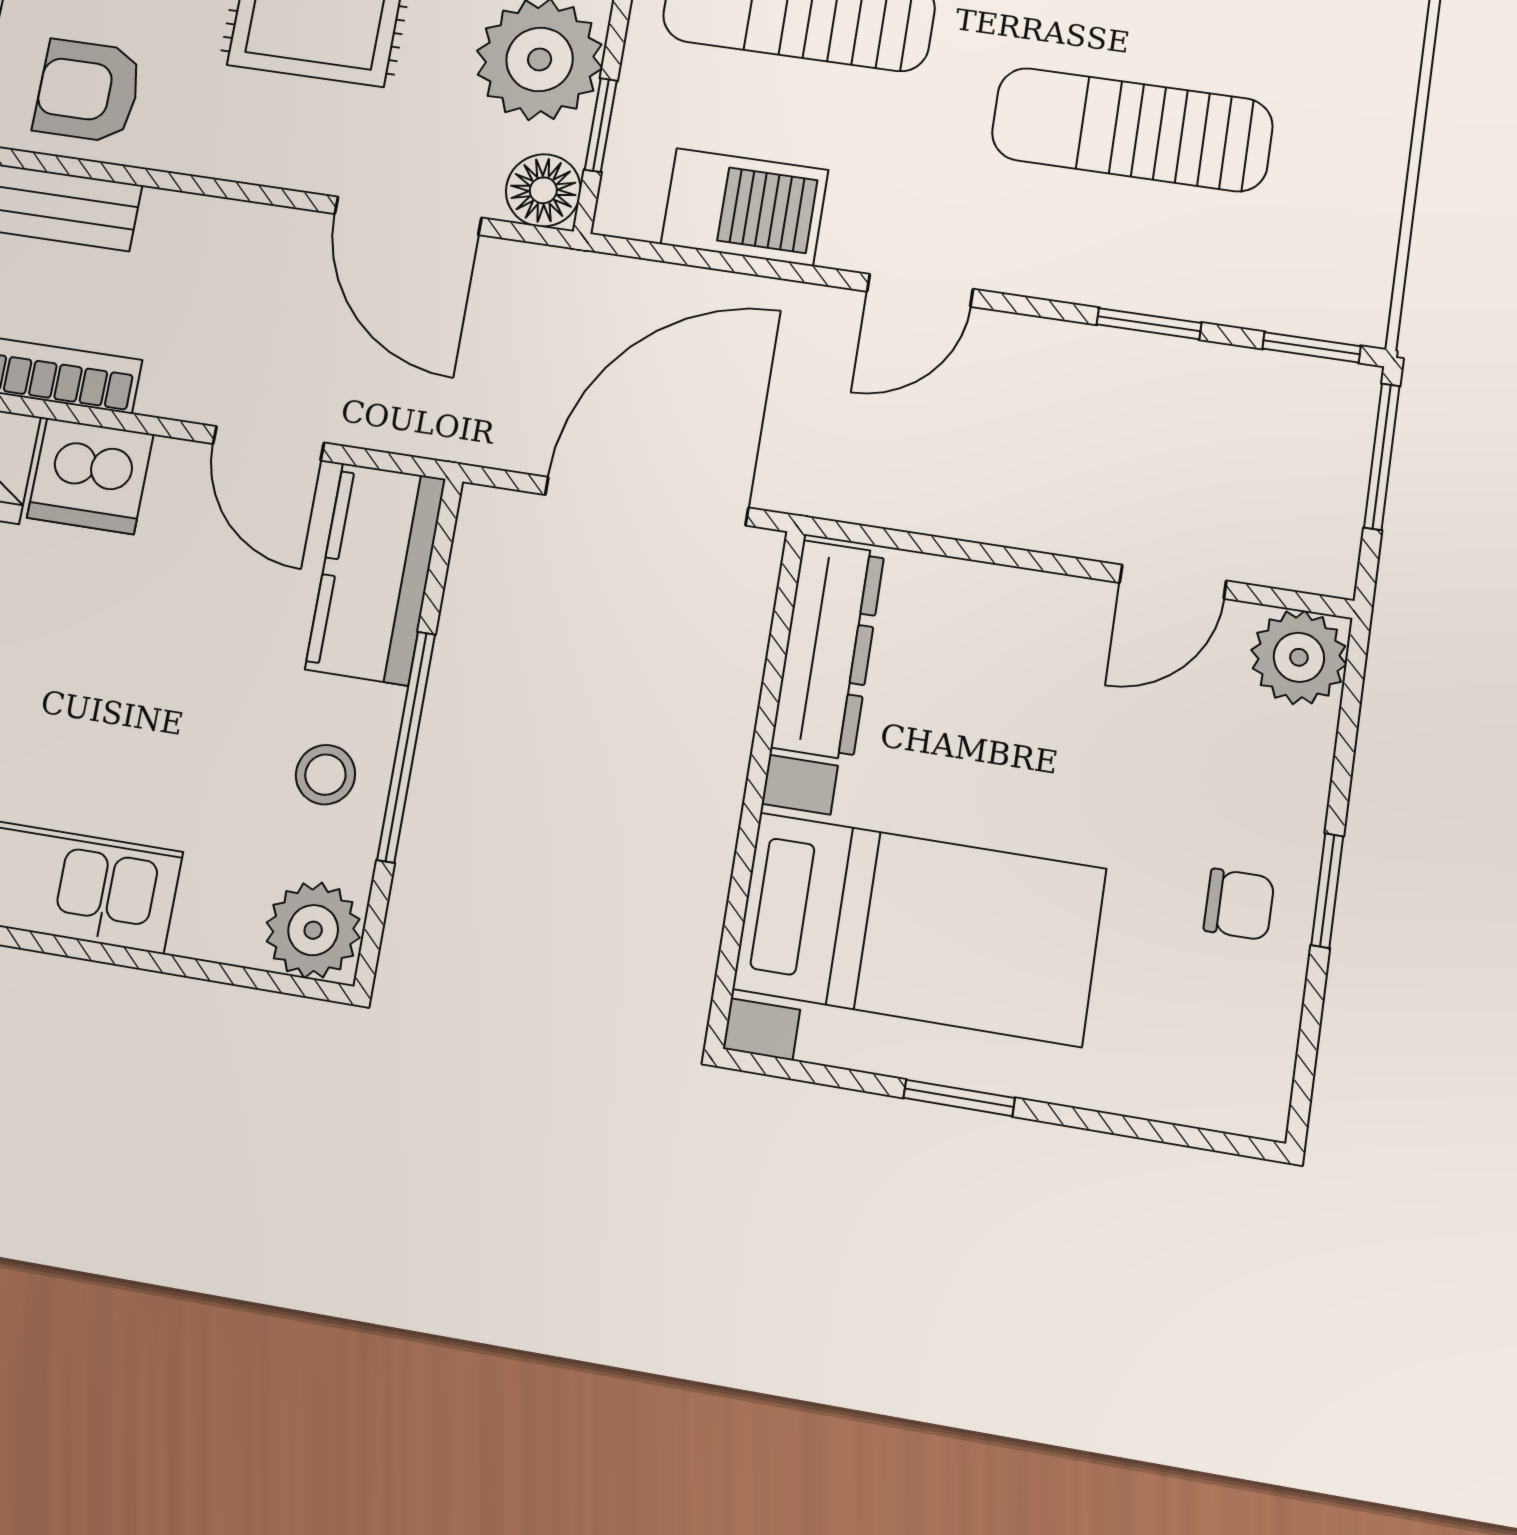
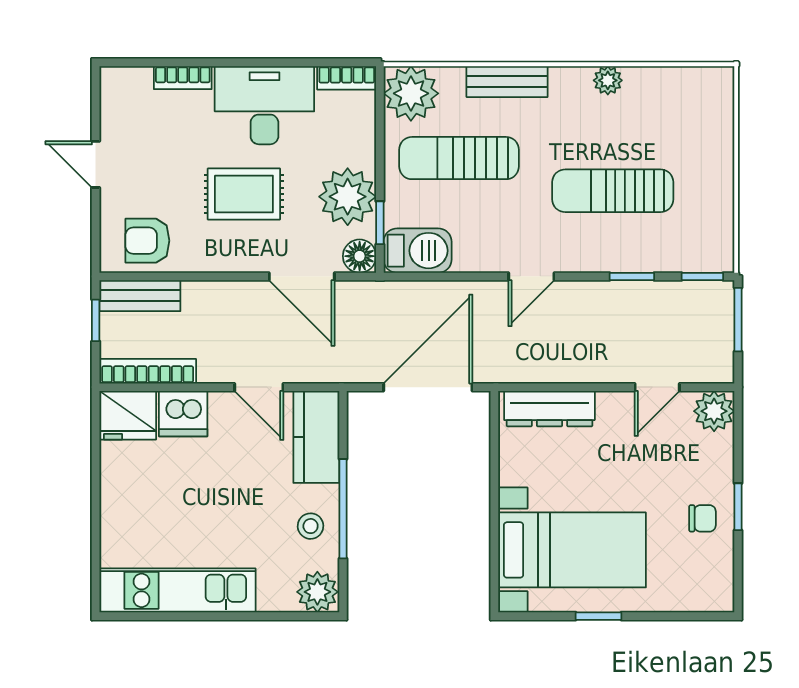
barbecue: (744, 207) -> (418, 251), moved
dresser: (828, 650) -> (549, 409), moved, turned 90

